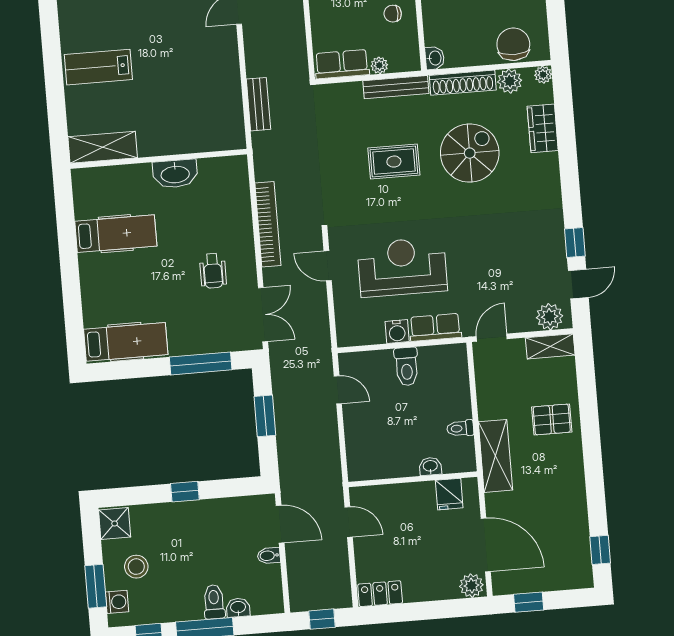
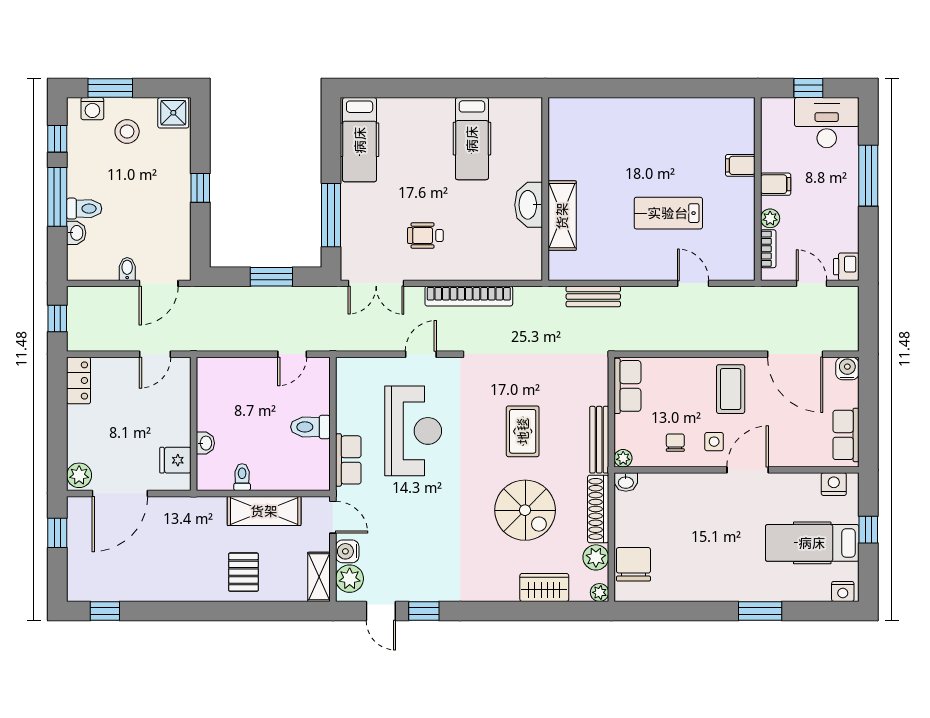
chair: (513, 44) -> (633, 564), turned -90
plant: (379, 65) -> (623, 458), moved
lab bench: (98, 67) -> (668, 213), moved, turned -90
shelving: (103, 147) -> (562, 216), moved
water cooler: (397, 331) -> (347, 551), moved
shelving: (495, 456) -> (264, 511), moved

